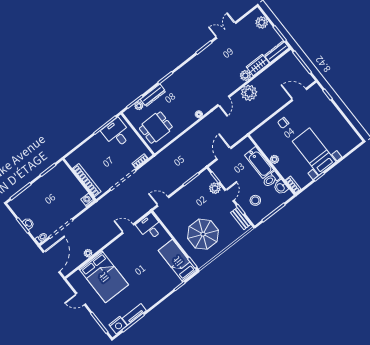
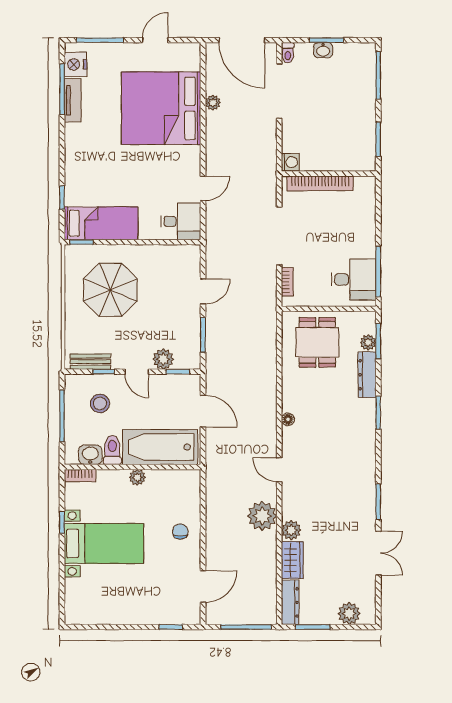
bathtub: (259, 163) -> (160, 447), width x1.36, depth x1.36
door: (163, 201) -> (203, 291), moved
bed: (104, 277) -> (161, 108), width x1.36

